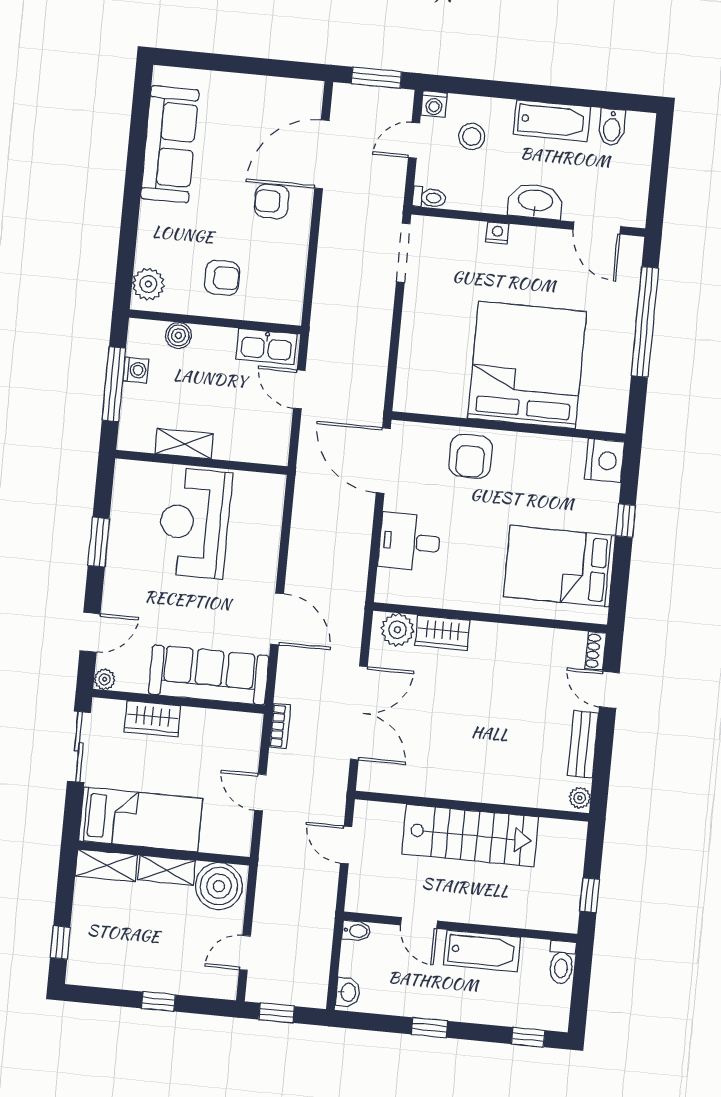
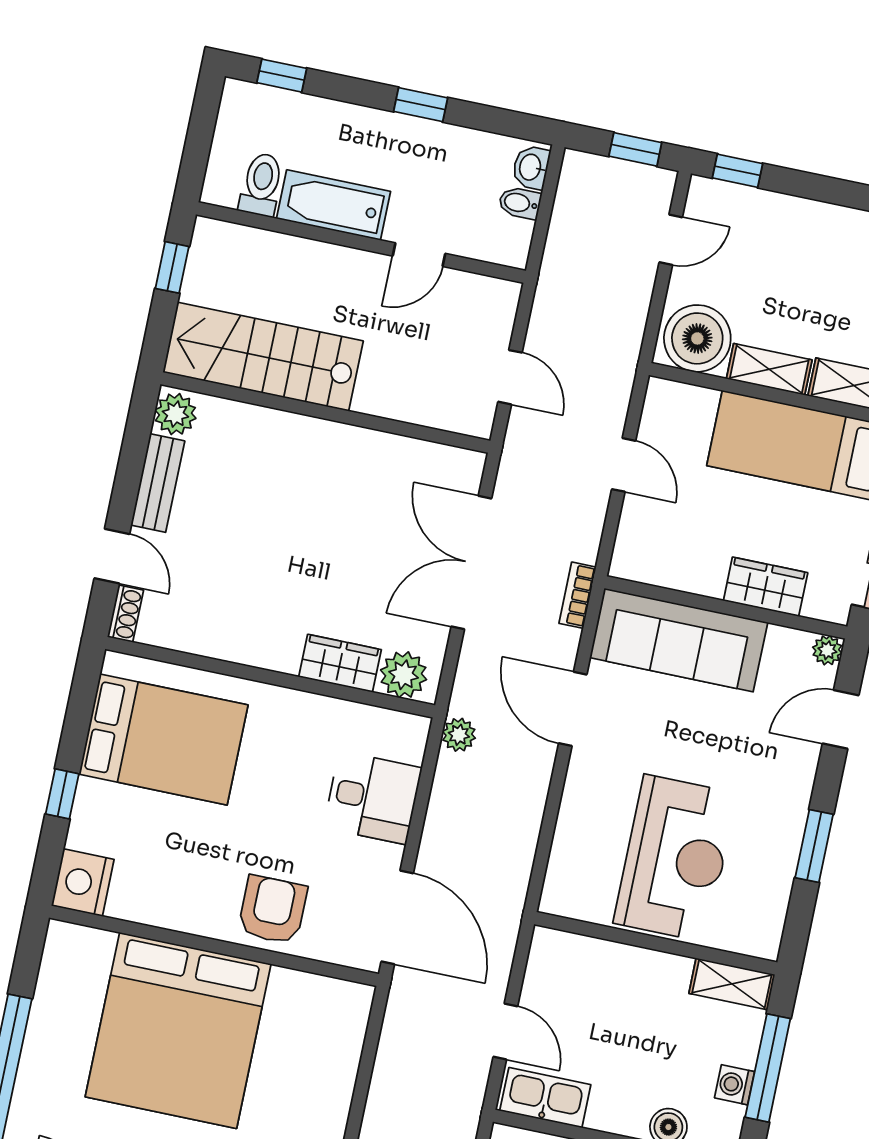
shelving: (184, 444) -> (732, 984), moved
plant: (354, 592) -> (459, 735), added
bookcase: (280, 726) -> (577, 595), moved
plant: (580, 798) -> (175, 414), width x1.38, depth x1.38
stairs: (470, 835) -> (263, 357), moved
door: (419, 923) -> (419, 255), swing flipped
bidet: (356, 931) -> (520, 203), moved
toilet: (562, 962) -> (261, 185), moved
window: (158, 1001) -> (738, 171), moved

